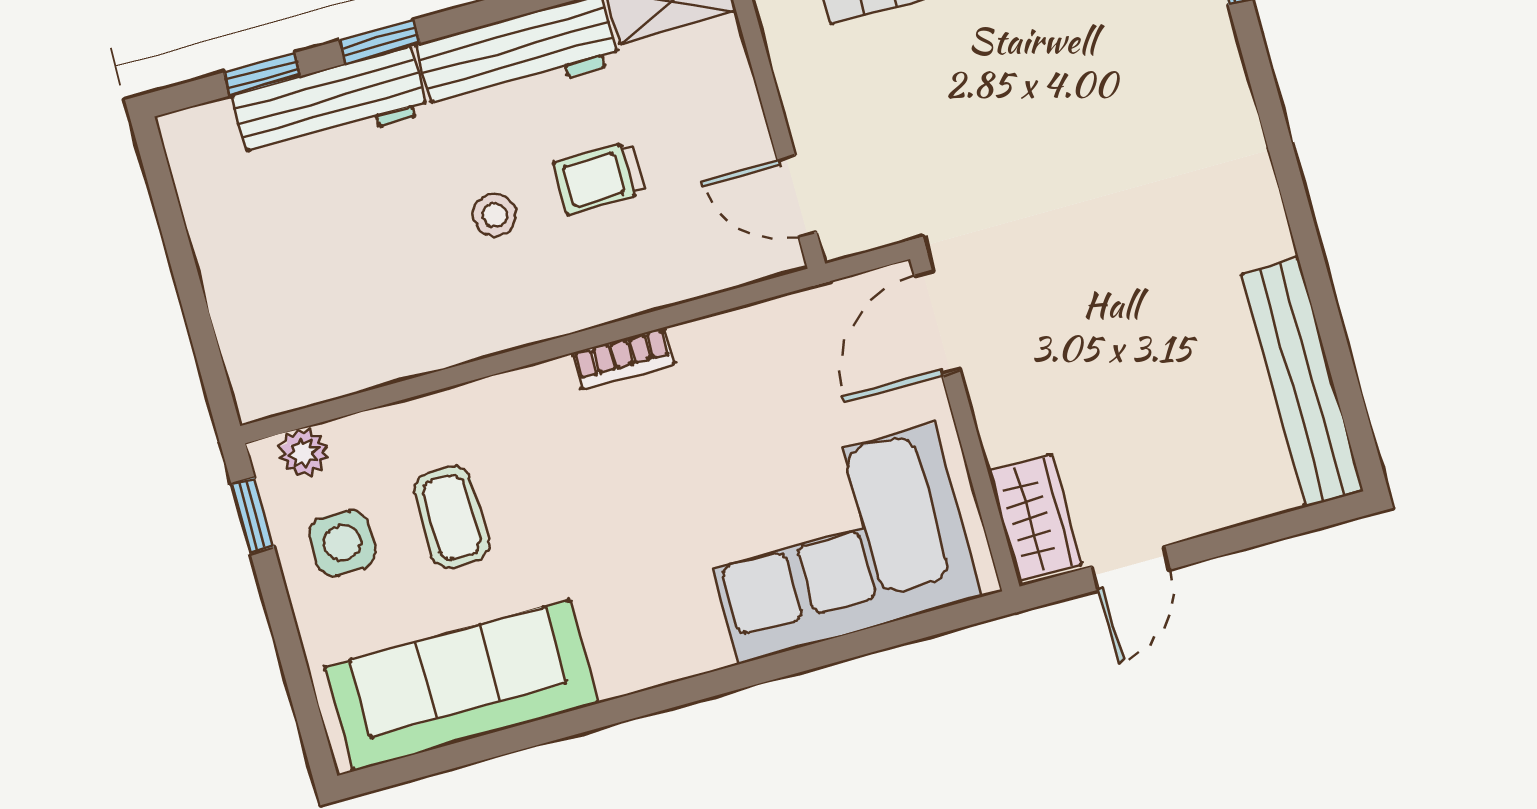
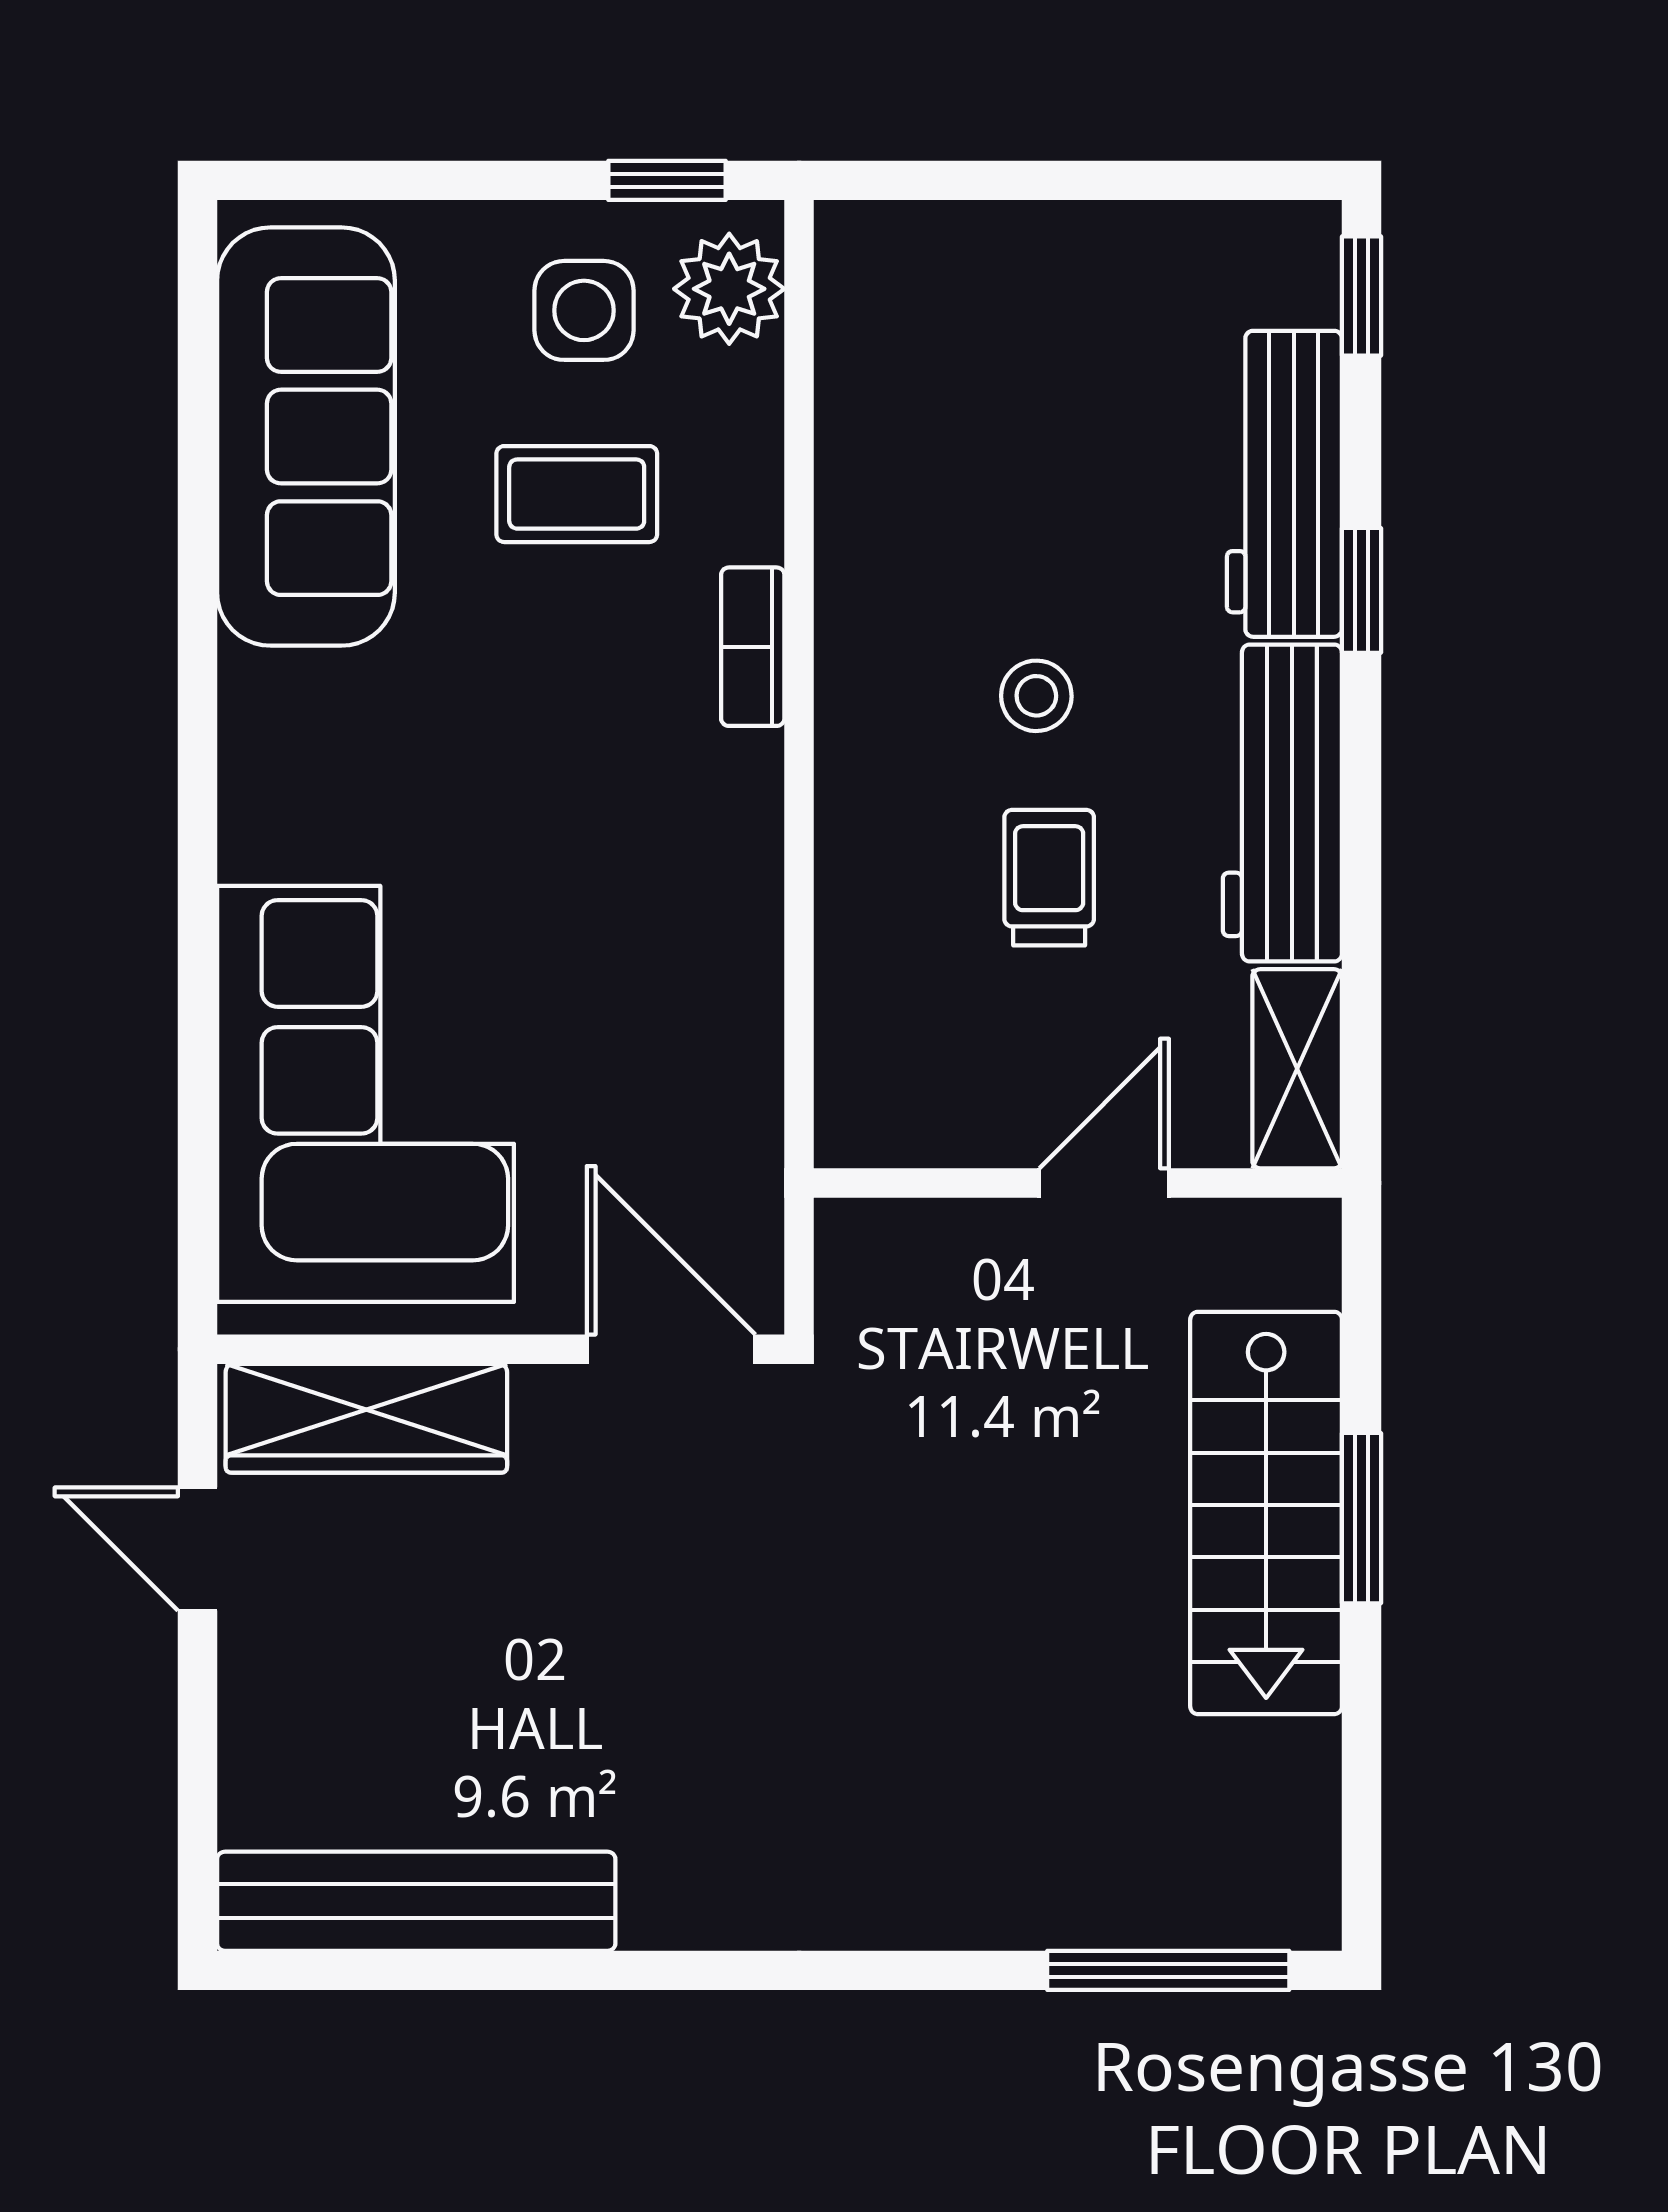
window: (262, 74) -> (1361, 296), moved
door: (797, 196) -> (1104, 1183), moved
bookcase: (623, 358) -> (753, 647), moved
plant: (304, 452) -> (729, 289), width x1.38, depth x1.38
wardrobe: (1035, 518) -> (366, 1418), width x1.50

